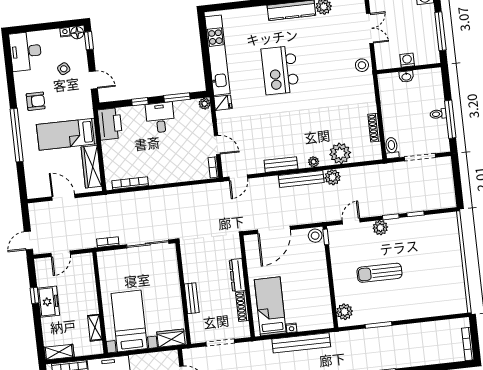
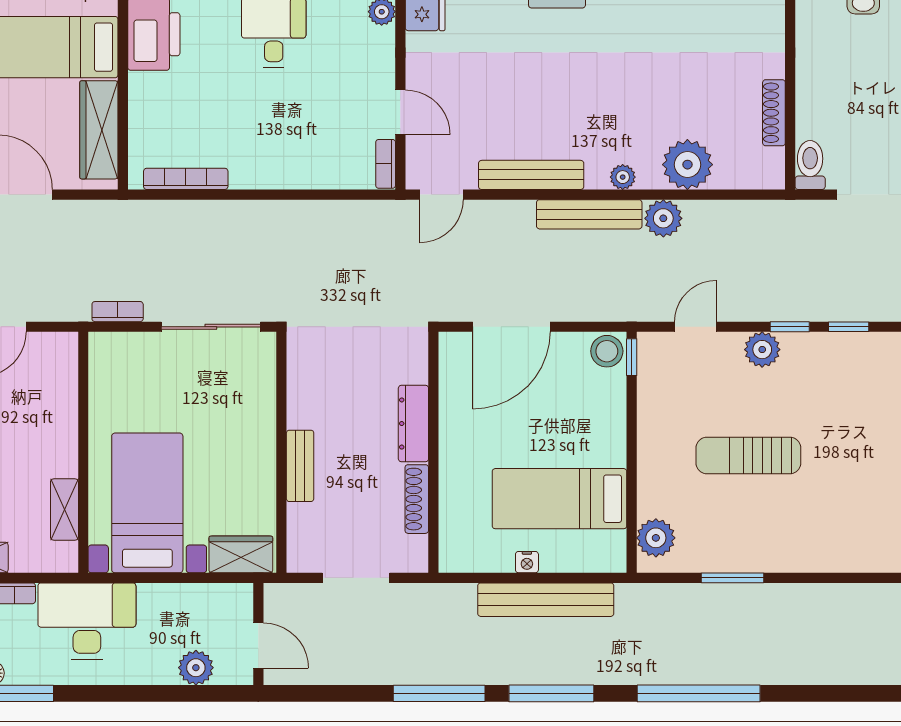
bench: (281, 165) -> (531, 175), width x1.36
bed: (270, 306) -> (559, 499), moved, turned -90

